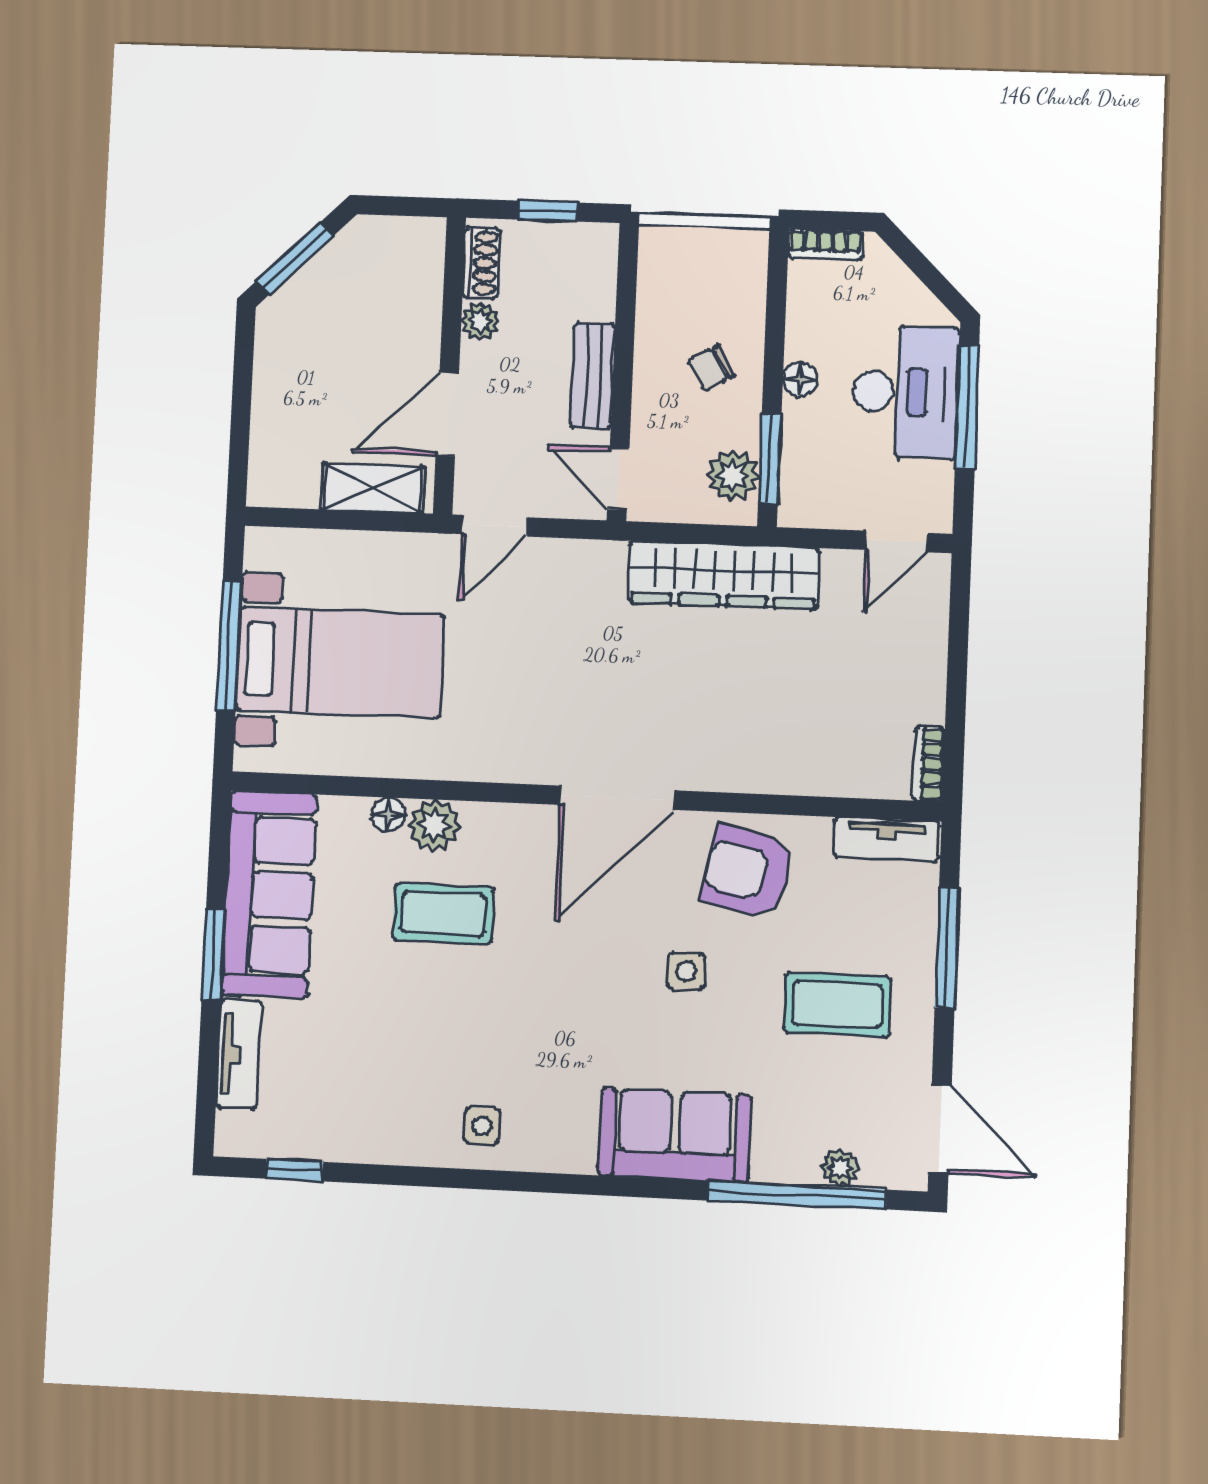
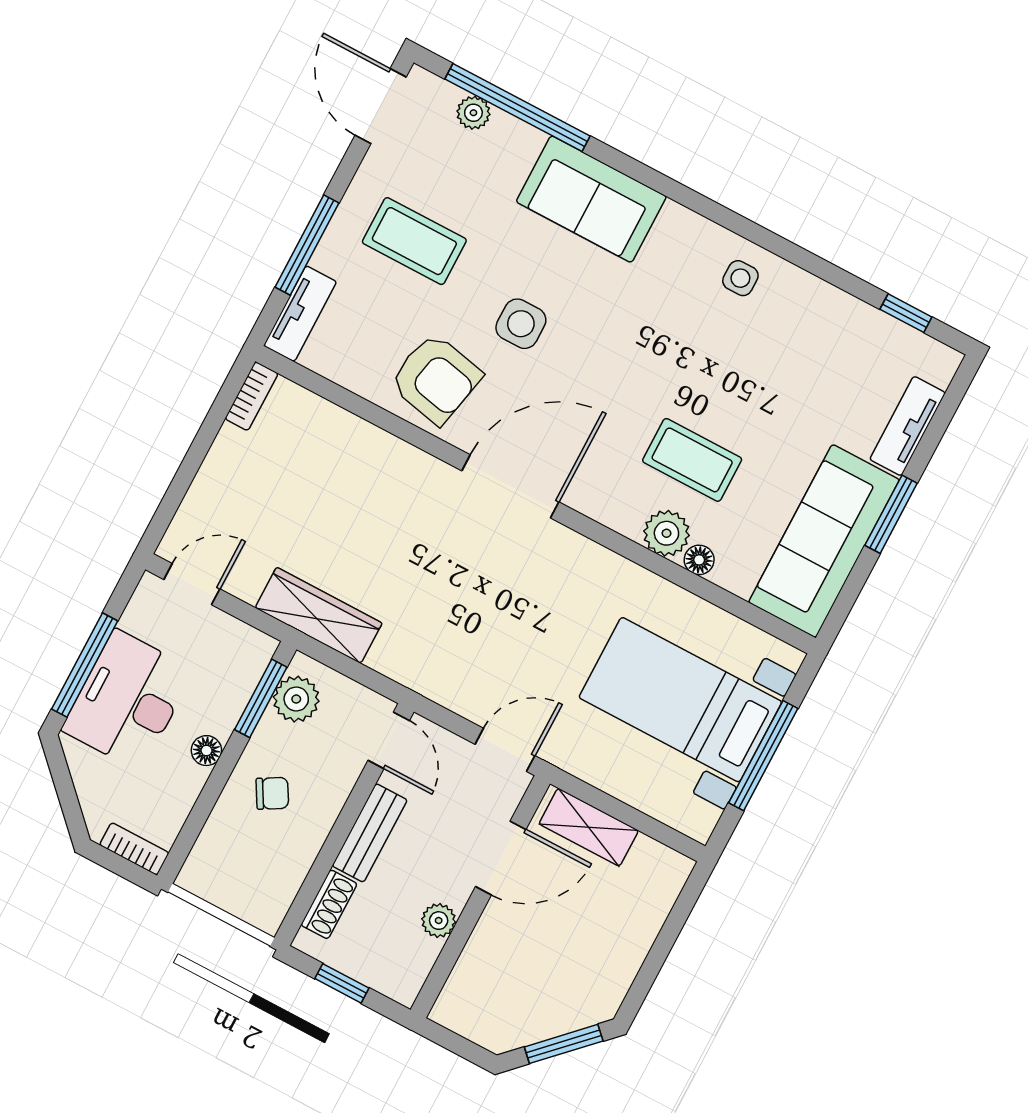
shoe rack: (481, 263) -> (329, 904), moved, turned 180
wardrobe: (724, 575) -> (319, 615), width x0.71, depth x0.85
tv unit: (886, 839) -> (300, 314), moved, turned 90
side table: (686, 971) -> (521, 324), width x1.37, depth x1.37

